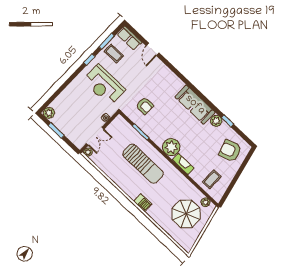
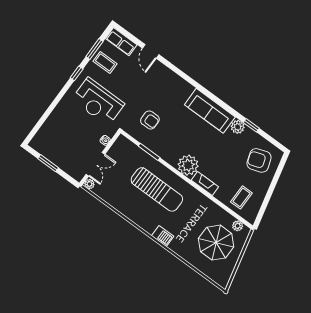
plant: (49, 113) -> (37, 143), removed

